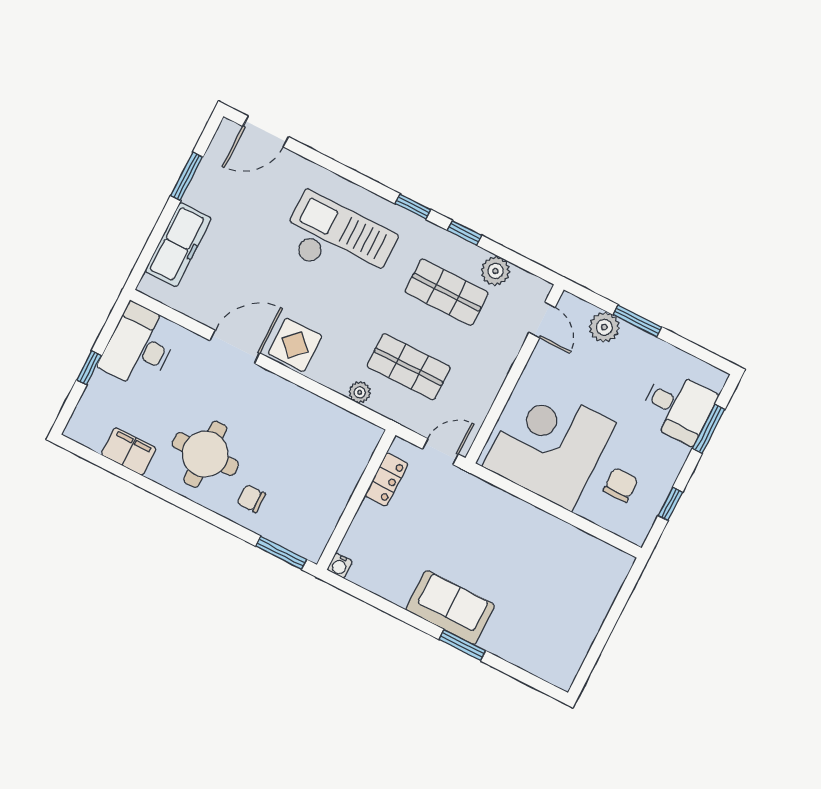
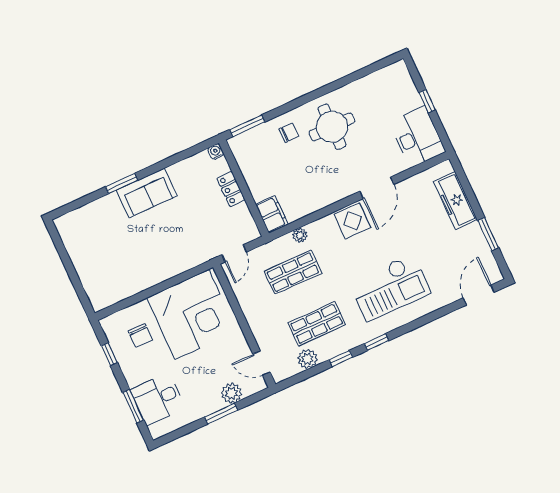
filing cabinet: (129, 451) -> (272, 214), moved, turned -90
locker: (386, 480) -> (231, 189), moved

